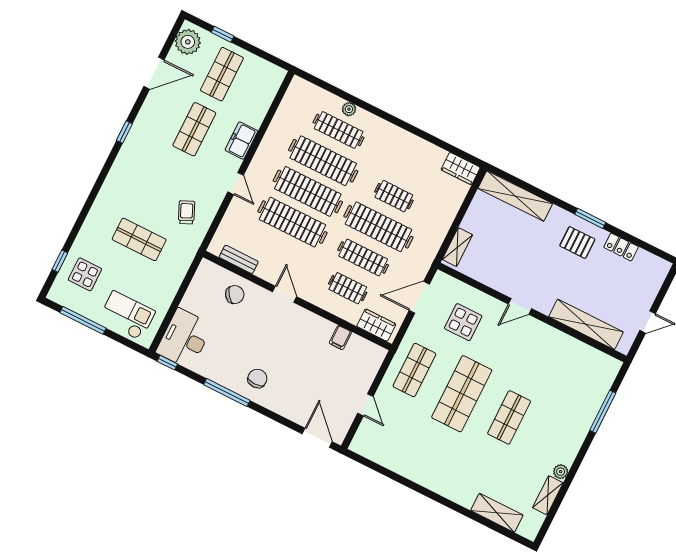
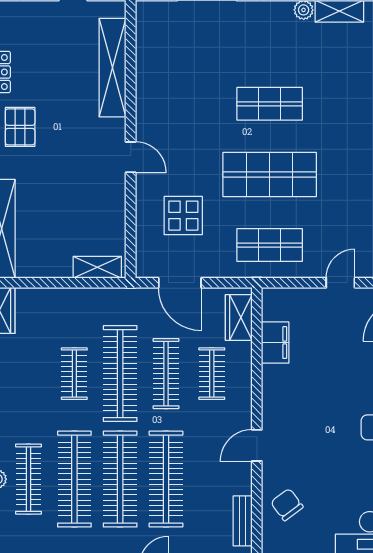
filing cabinet: (340, 338) -> (275, 343), width x2.00

